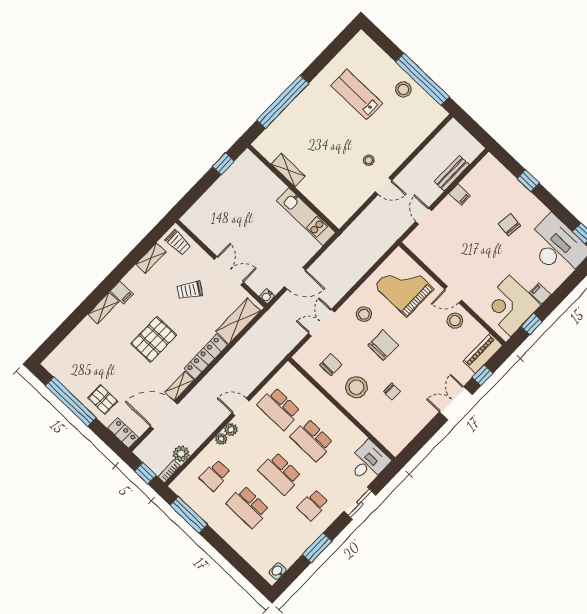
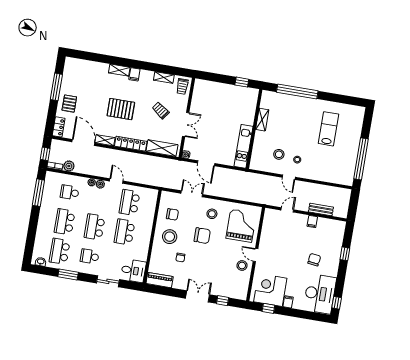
stool: (403, 89) -> (279, 154), moved
piano: (483, 353) -> (160, 280), moved
window: (71, 402) -> (56, 87), width x0.68
school desk: (281, 538) -> (60, 251), added

